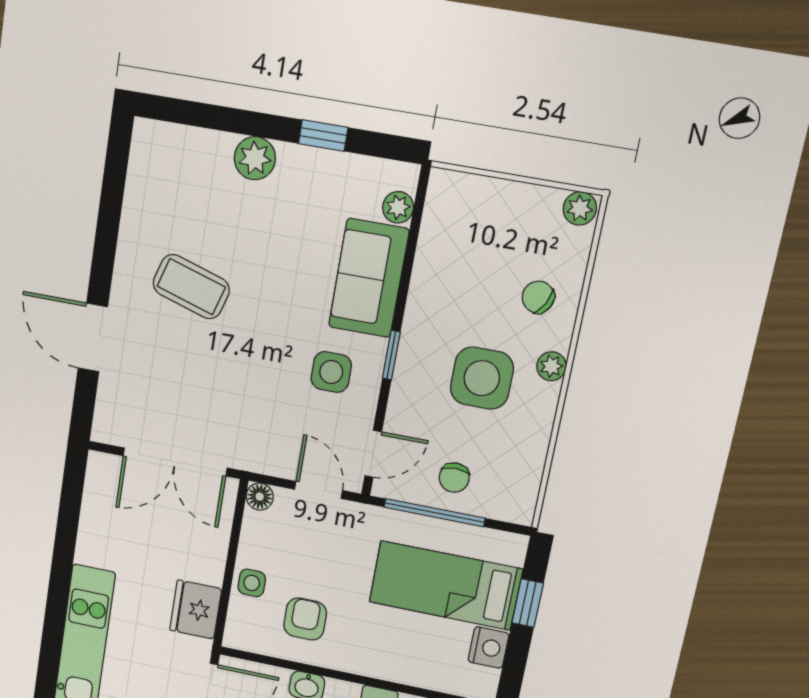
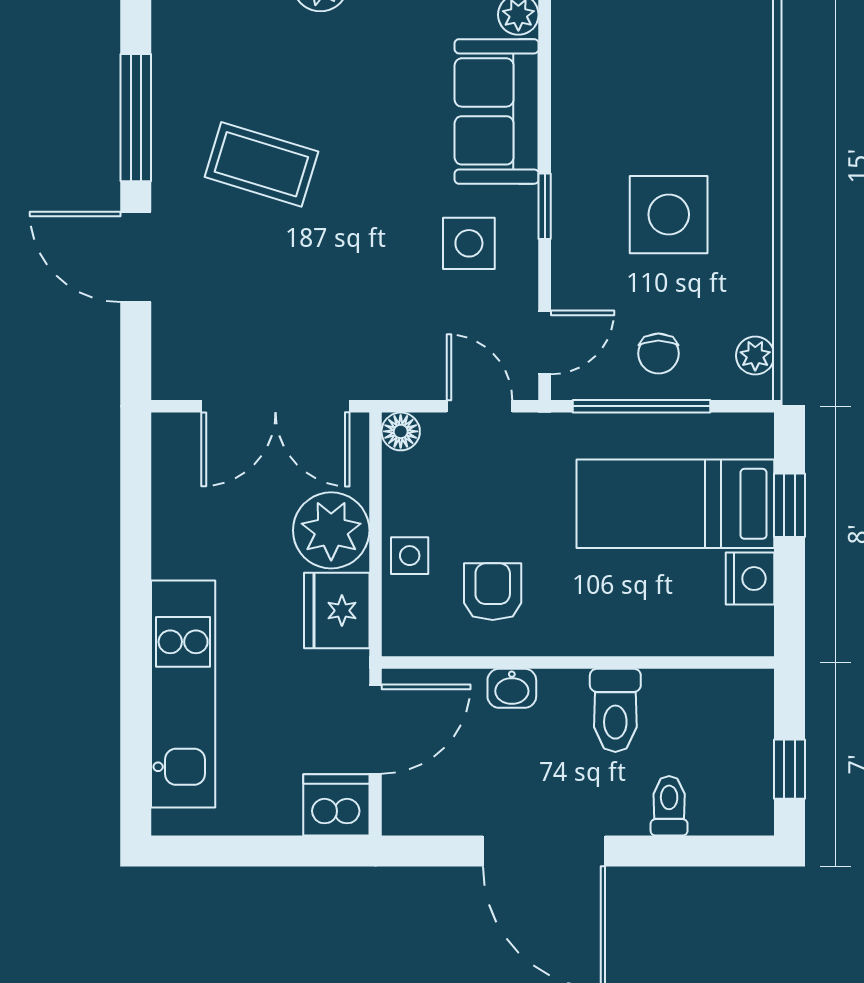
window: (107, 236) -> (136, 118), added
chair: (538, 297) -> (720, 97), removed
plant: (551, 366) -> (755, 356), moved
plant: (200, 555) -> (331, 530), added

